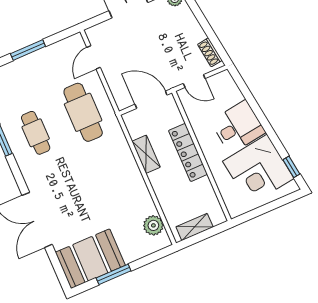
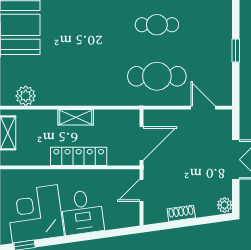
window: (28, 50) -> (236, 50), width x0.67
shoe rack: (210, 52) -> (181, 213), moved
shelving: (146, 154) -> (76, 117), moved

